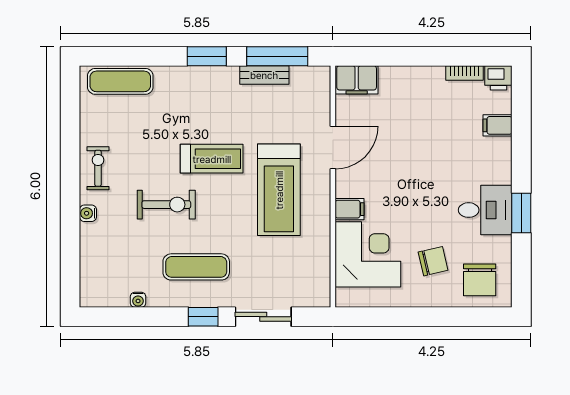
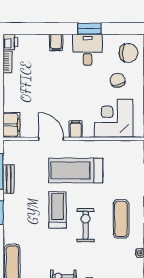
filing cabinet: (498, 125) -> (56, 43), moved
treadmill: (279, 190) -> (76, 170), turned 180
exercise bike: (166, 205) -> (86, 225), moved
filing cabinet: (350, 209) -> (76, 129), moved

